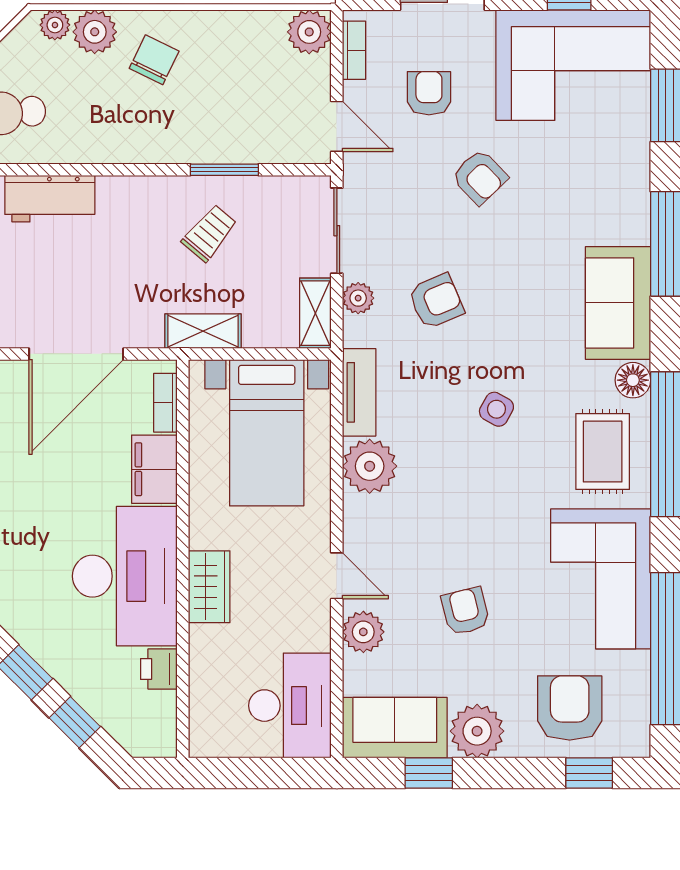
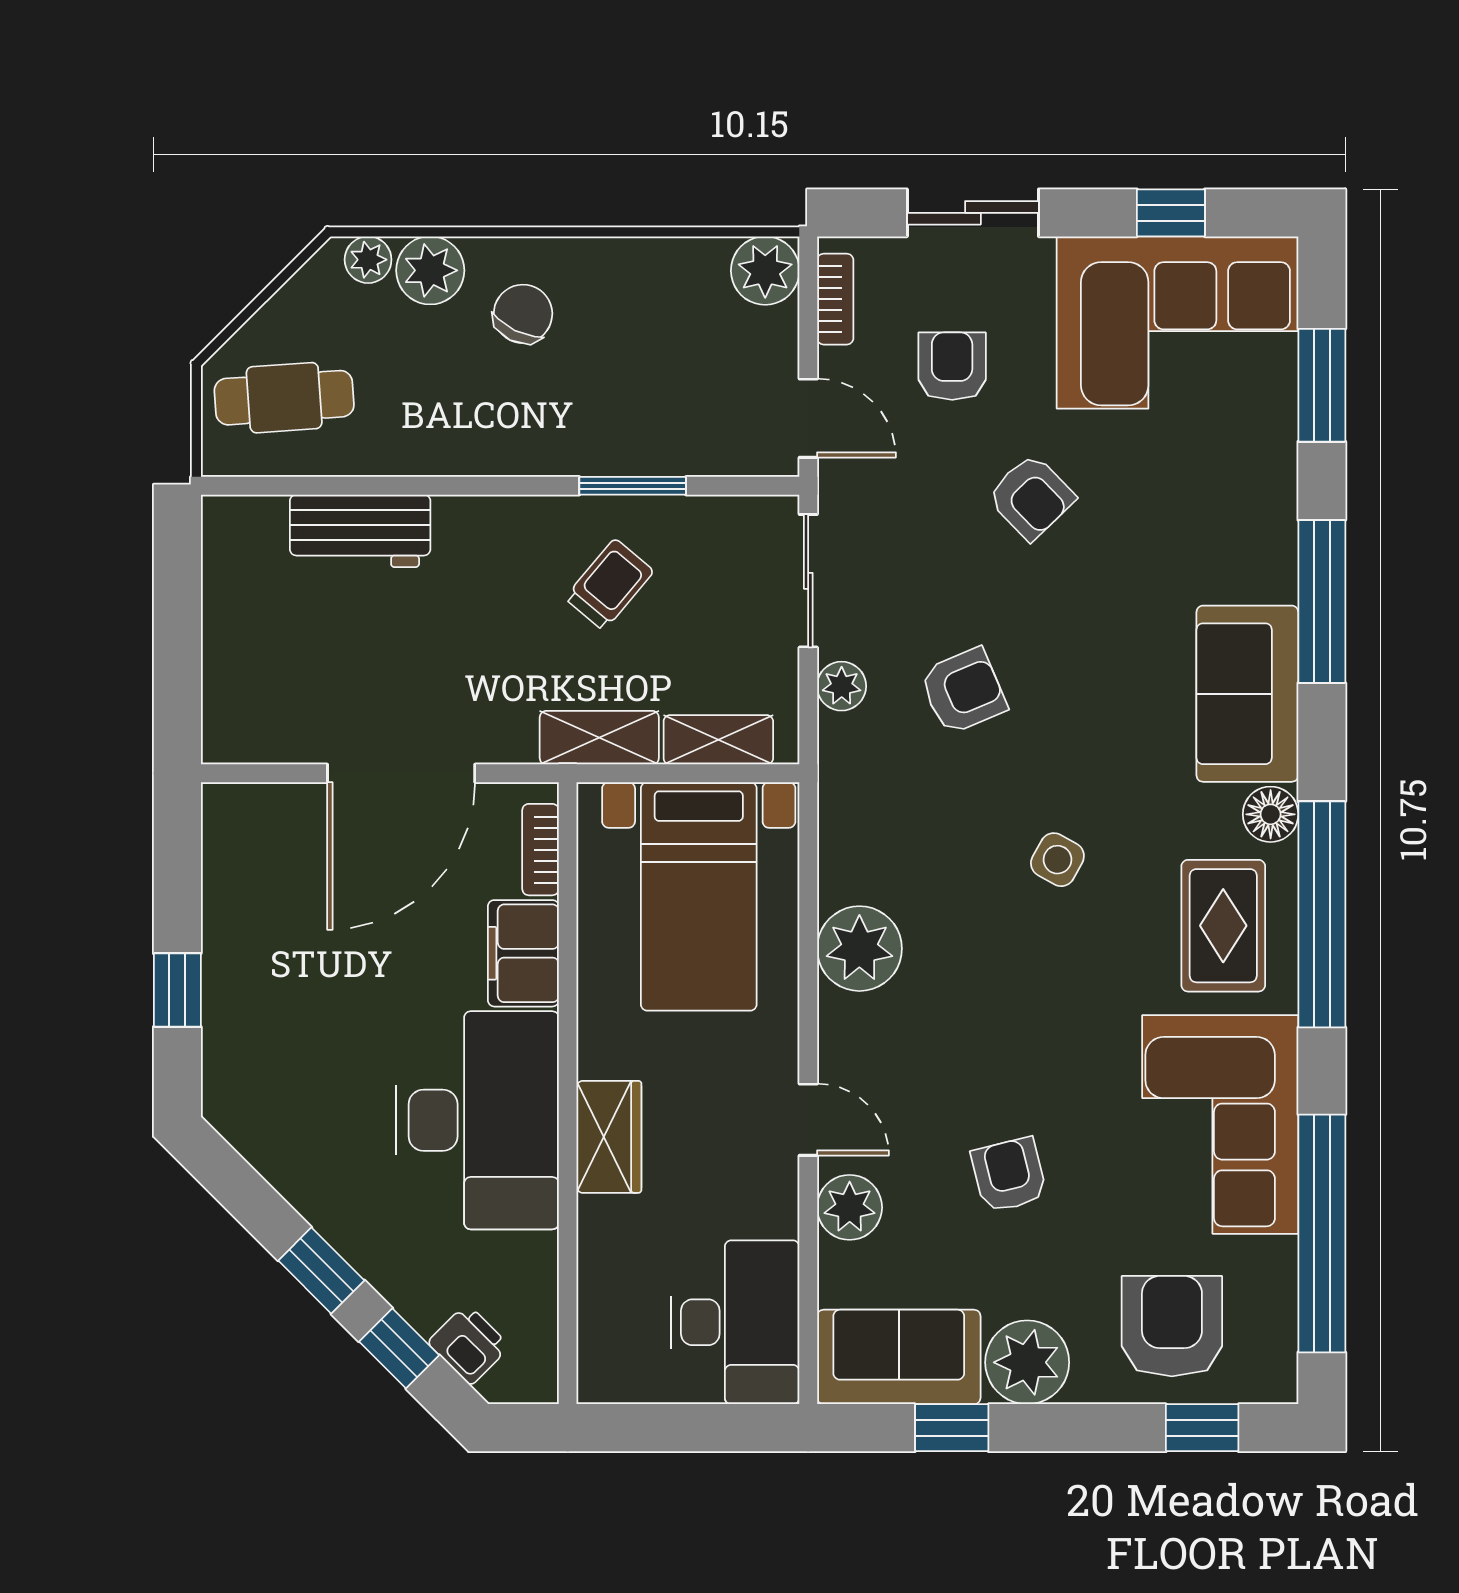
shelving: (315, 313) -> (718, 740), moved, turned 90
tv unit: (359, 392) -> (843, 833), removed
printer: (159, 669) -> (469, 1344), moved, turned 135

